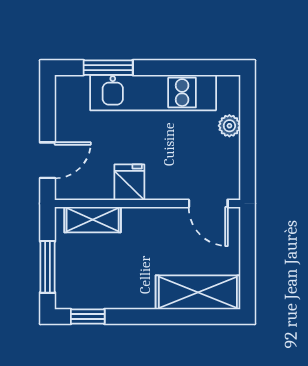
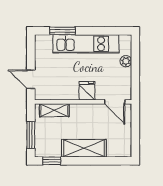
door: (48, 160) -> (31, 79), swing flipped
fridge: (129, 182) -> (87, 91), moved
shelving: (198, 292) -> (84, 148), moved

